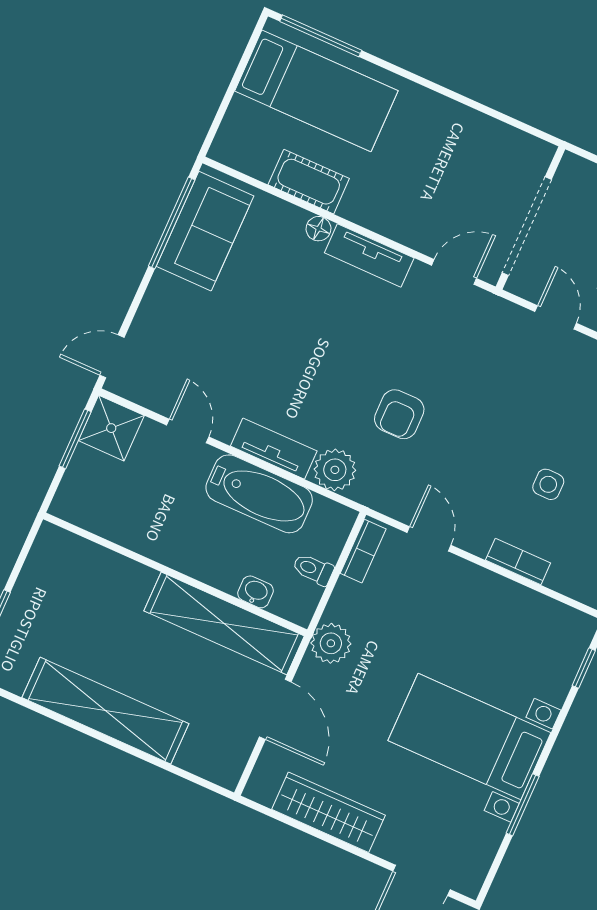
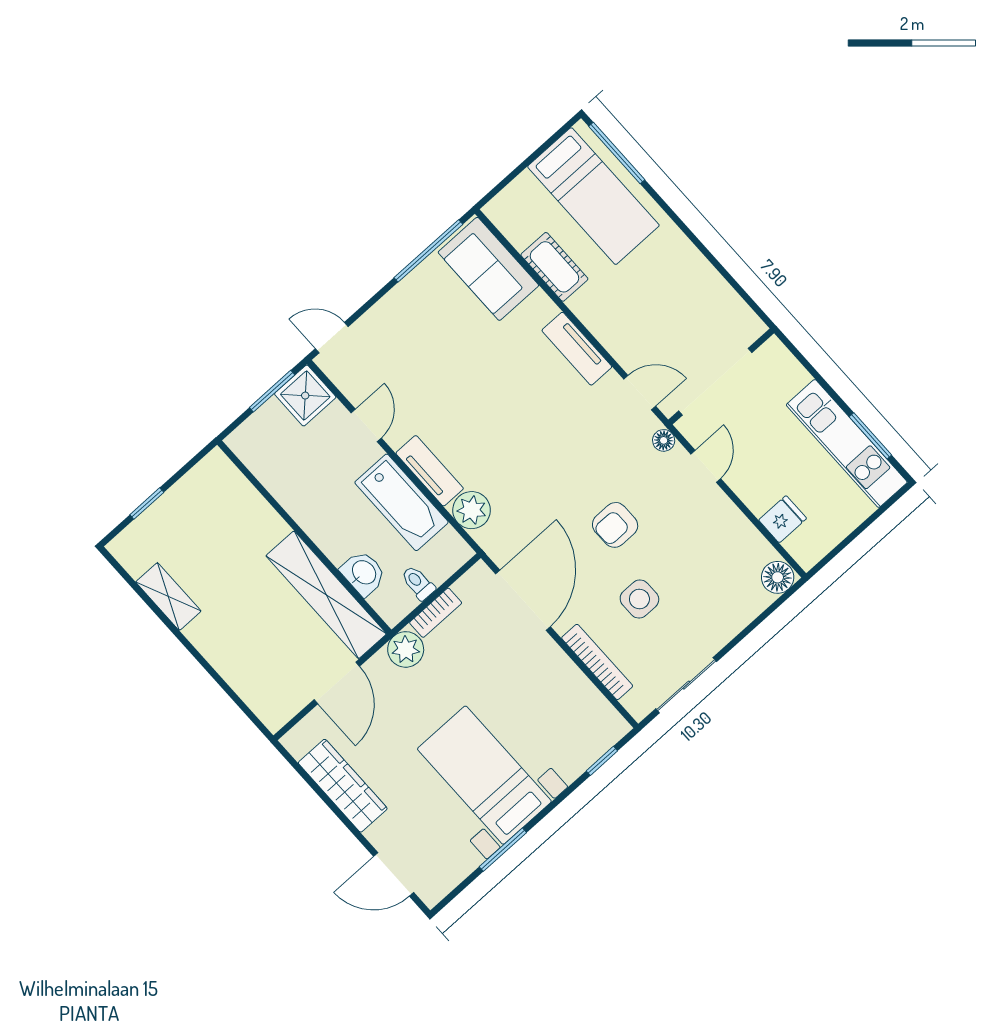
floor lamp: (318, 229) -> (664, 440), moved
sofa: (205, 231) -> (488, 269), moved, turned 90
armchair: (399, 414) -> (615, 525), moved
side table: (548, 484) -> (639, 599), width x1.37, depth x1.37
door: (429, 539) -> (523, 600), width x1.88
bookcase: (363, 551) -> (436, 613), moved
bookcase: (518, 561) -> (597, 662), width x1.56
washbasin: (256, 592) -> (363, 573), width x1.38, depth x1.45
shelving: (105, 711) -> (168, 597), width x0.45, depth x0.75

